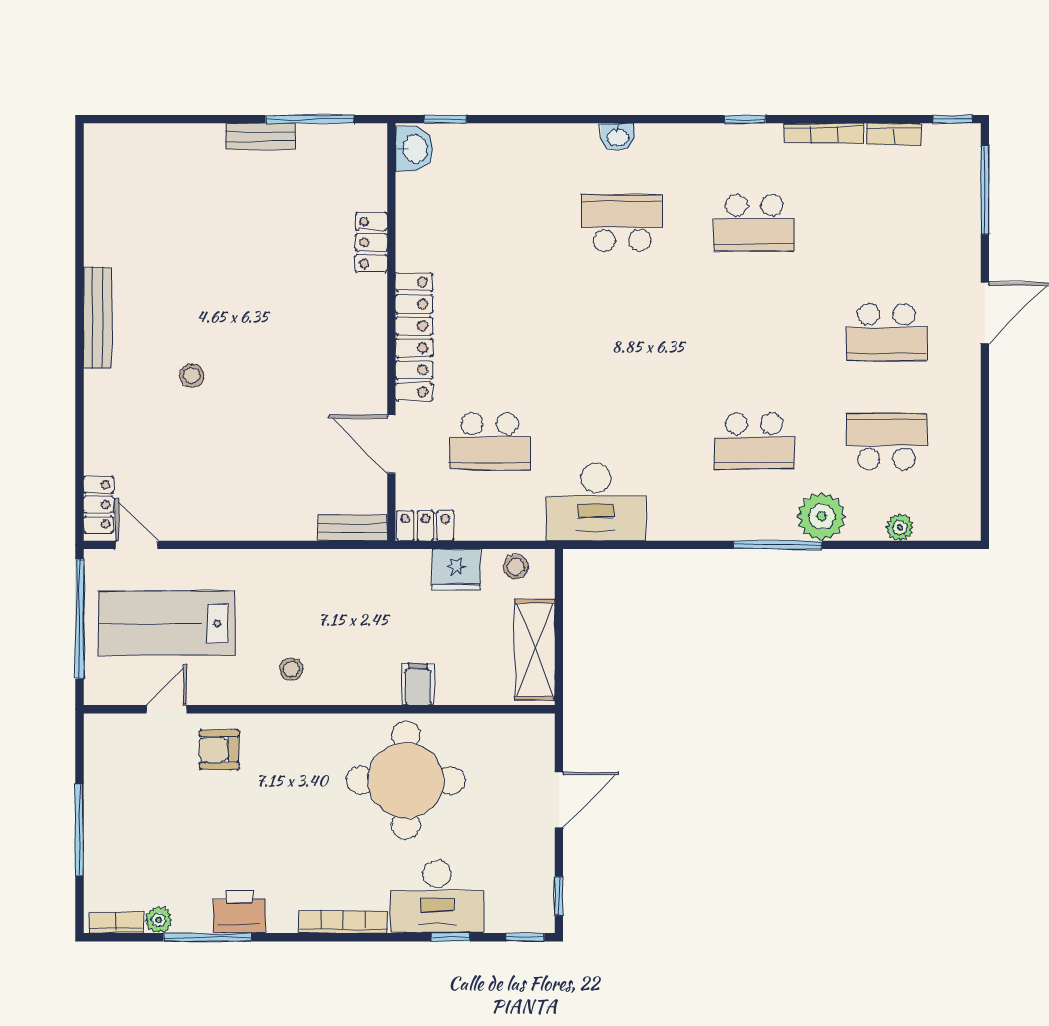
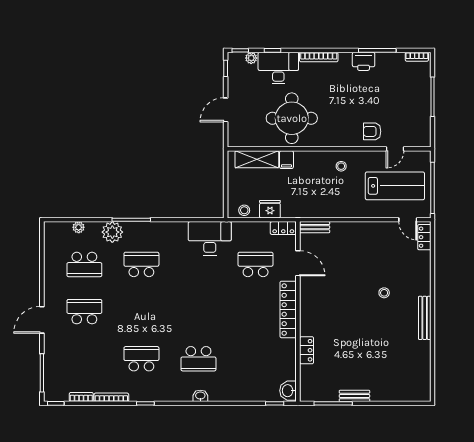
shelving: (535, 650) -> (257, 159), moved, turned 90
armchair: (219, 750) -> (372, 131), turned 180
plant: (159, 920) -> (251, 58), moved

